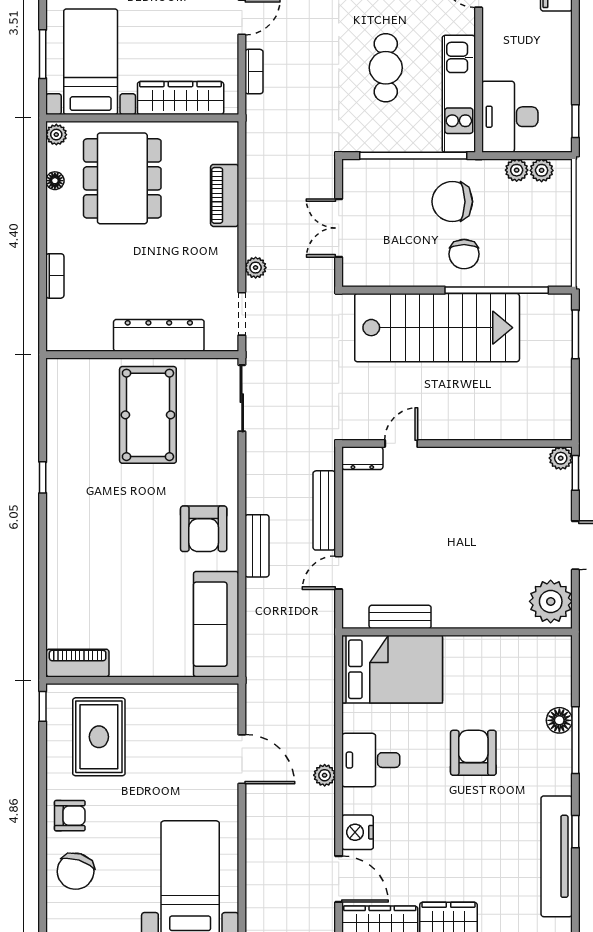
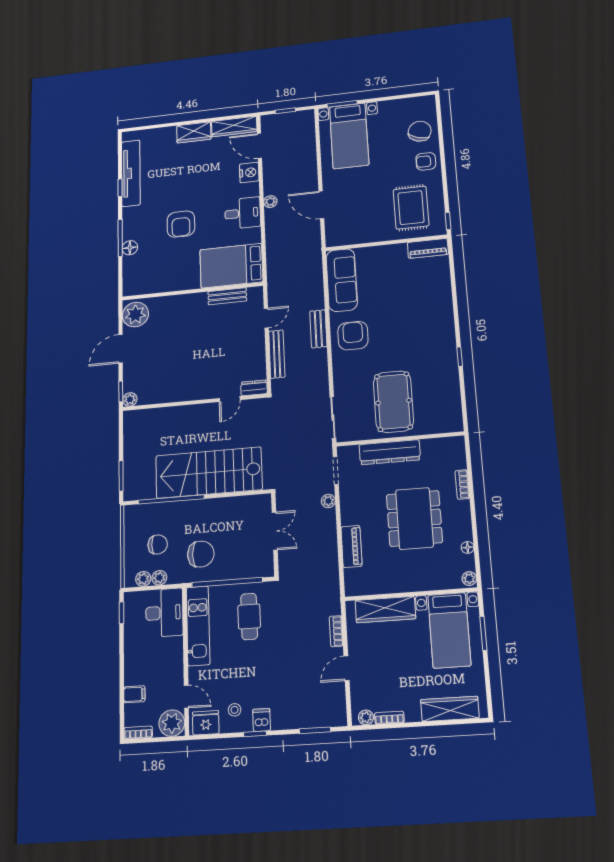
cafe table: (386, 68) -> (249, 617), moved
dining table: (122, 178) -> (414, 518), moved
chair: (464, 254) -> (158, 545), moved, turned 90

